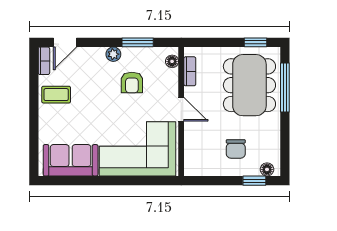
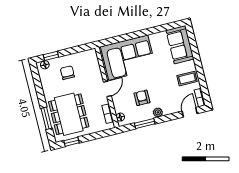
window: (285, 87) -> (46, 118), width x0.69
door: (181, 109) -> (107, 89), swing flipped
sofa: (71, 160) -> (180, 45), moved, turned 90

